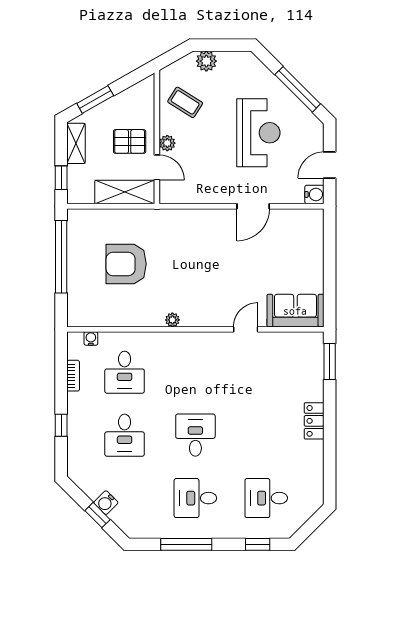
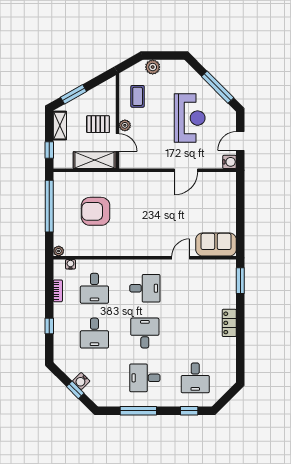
coffee table: (185, 102) -> (138, 96), turned 58
plant: (172, 320) -> (59, 251), moved
desk: (195, 372) -> (145, 288), added
desk: (266, 498) -> (195, 378), turned -90

